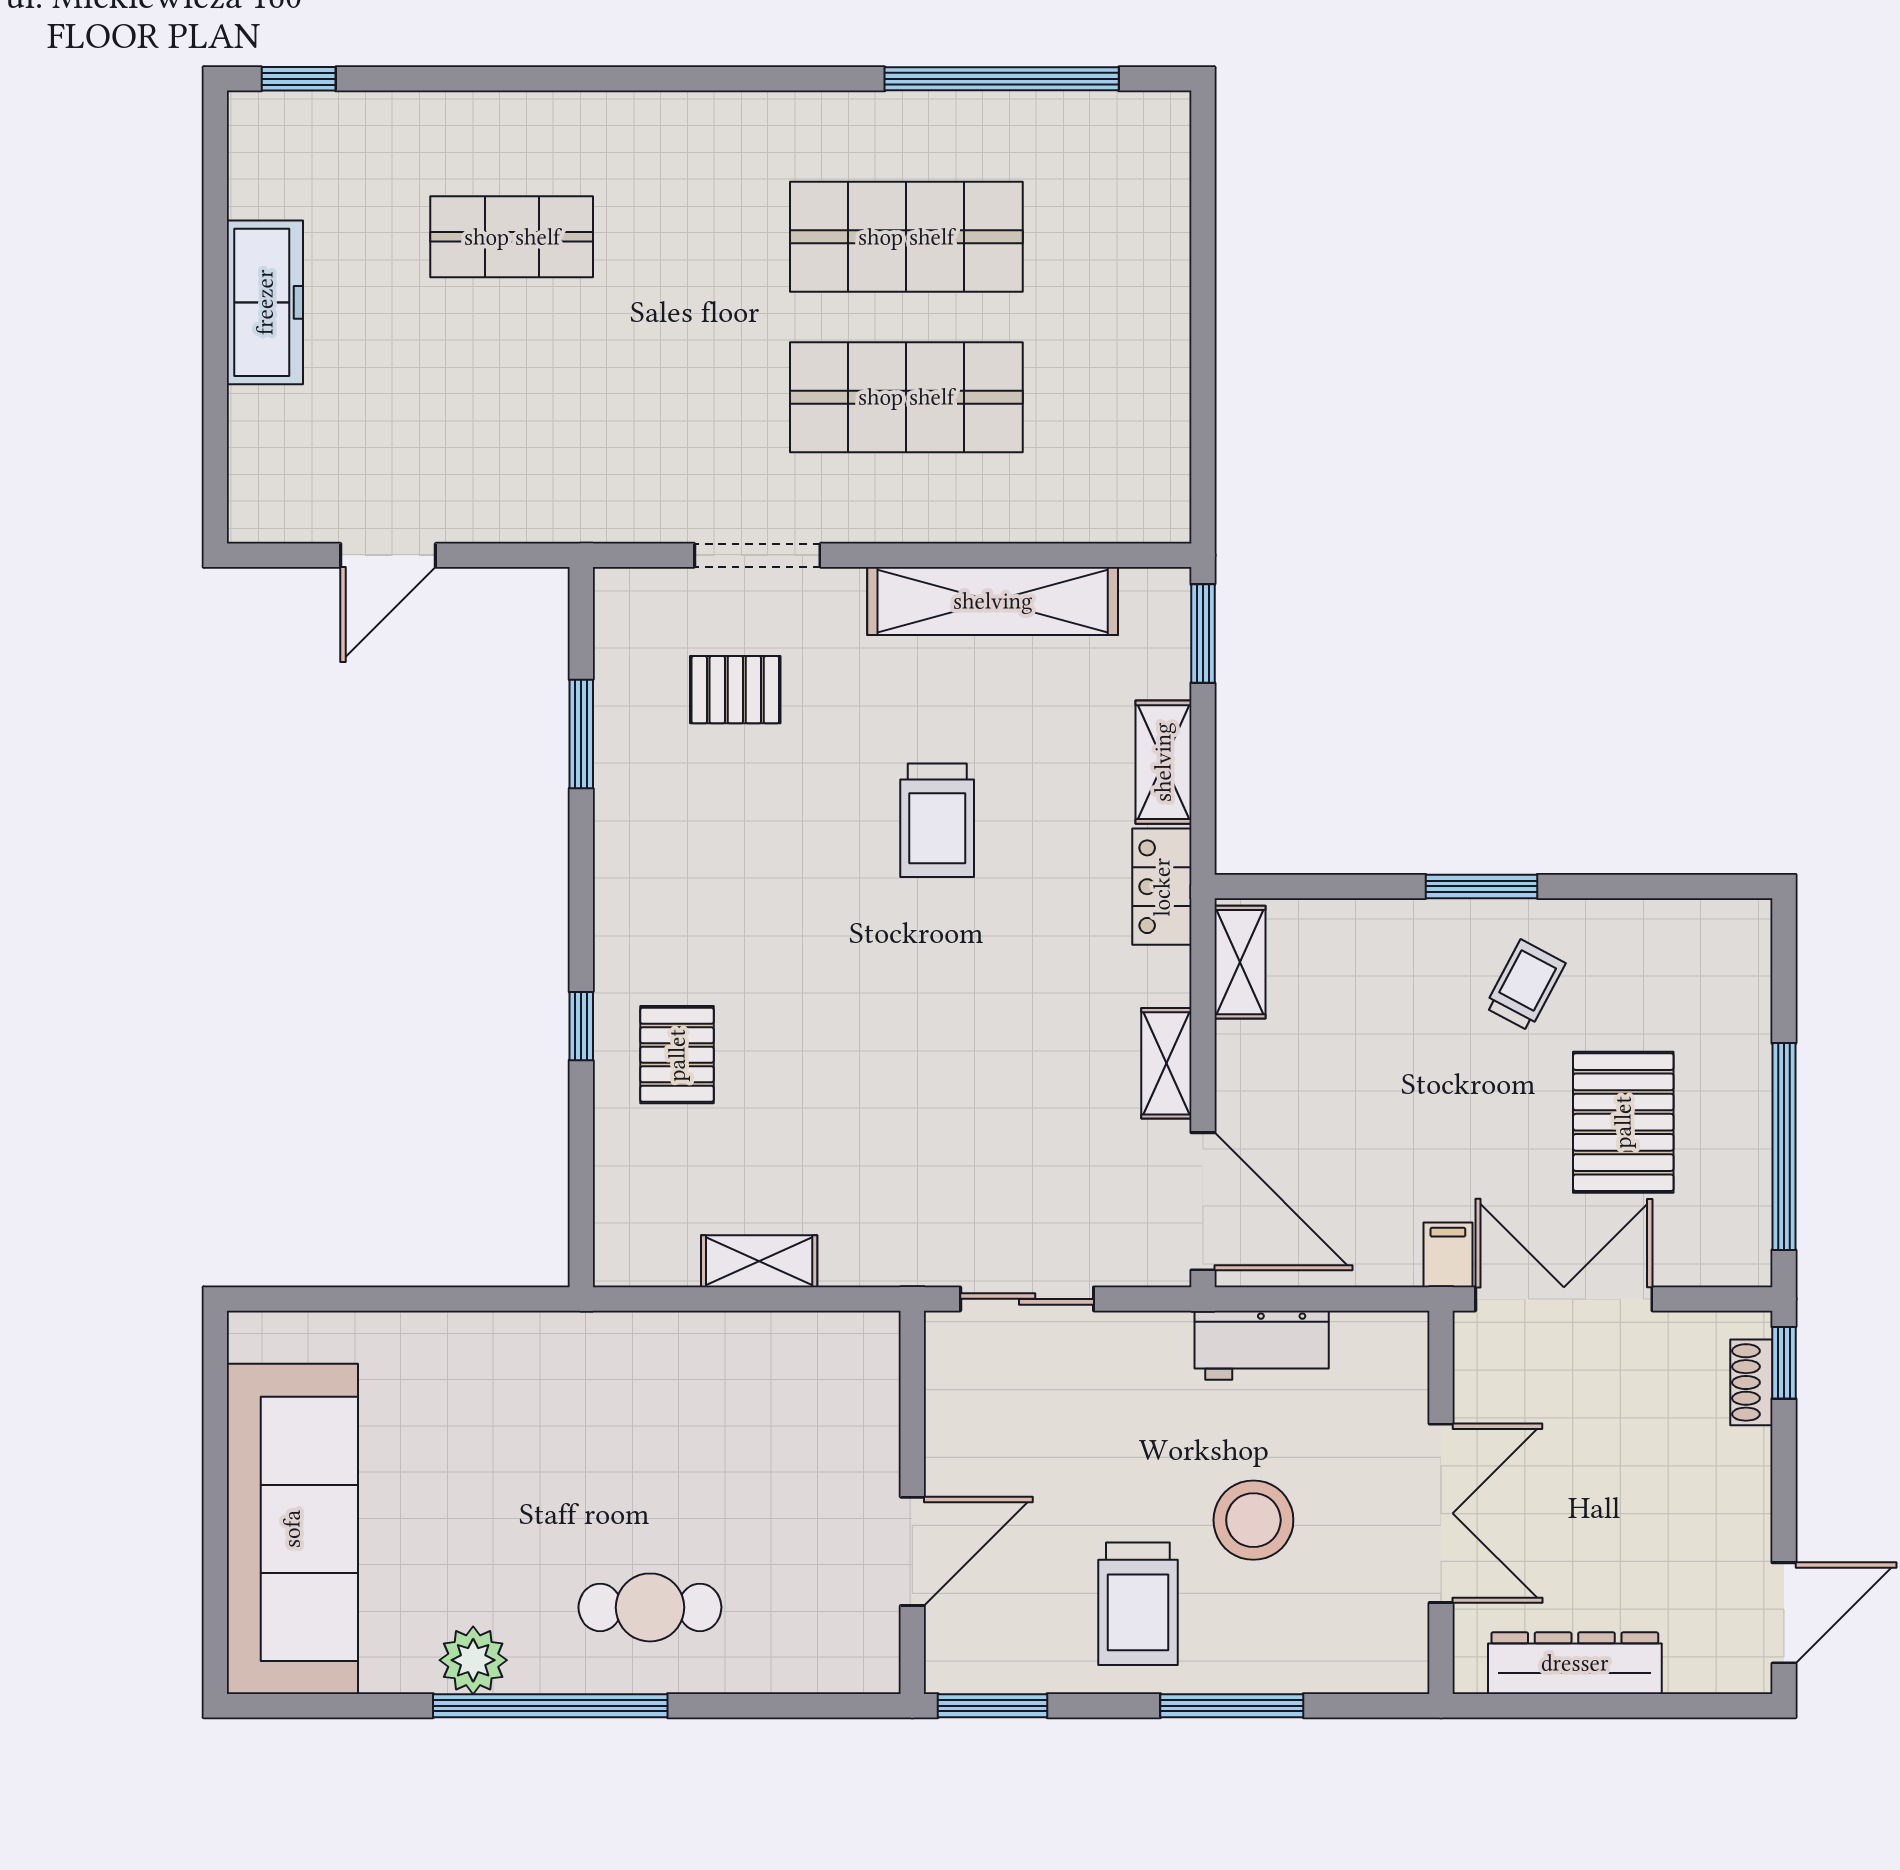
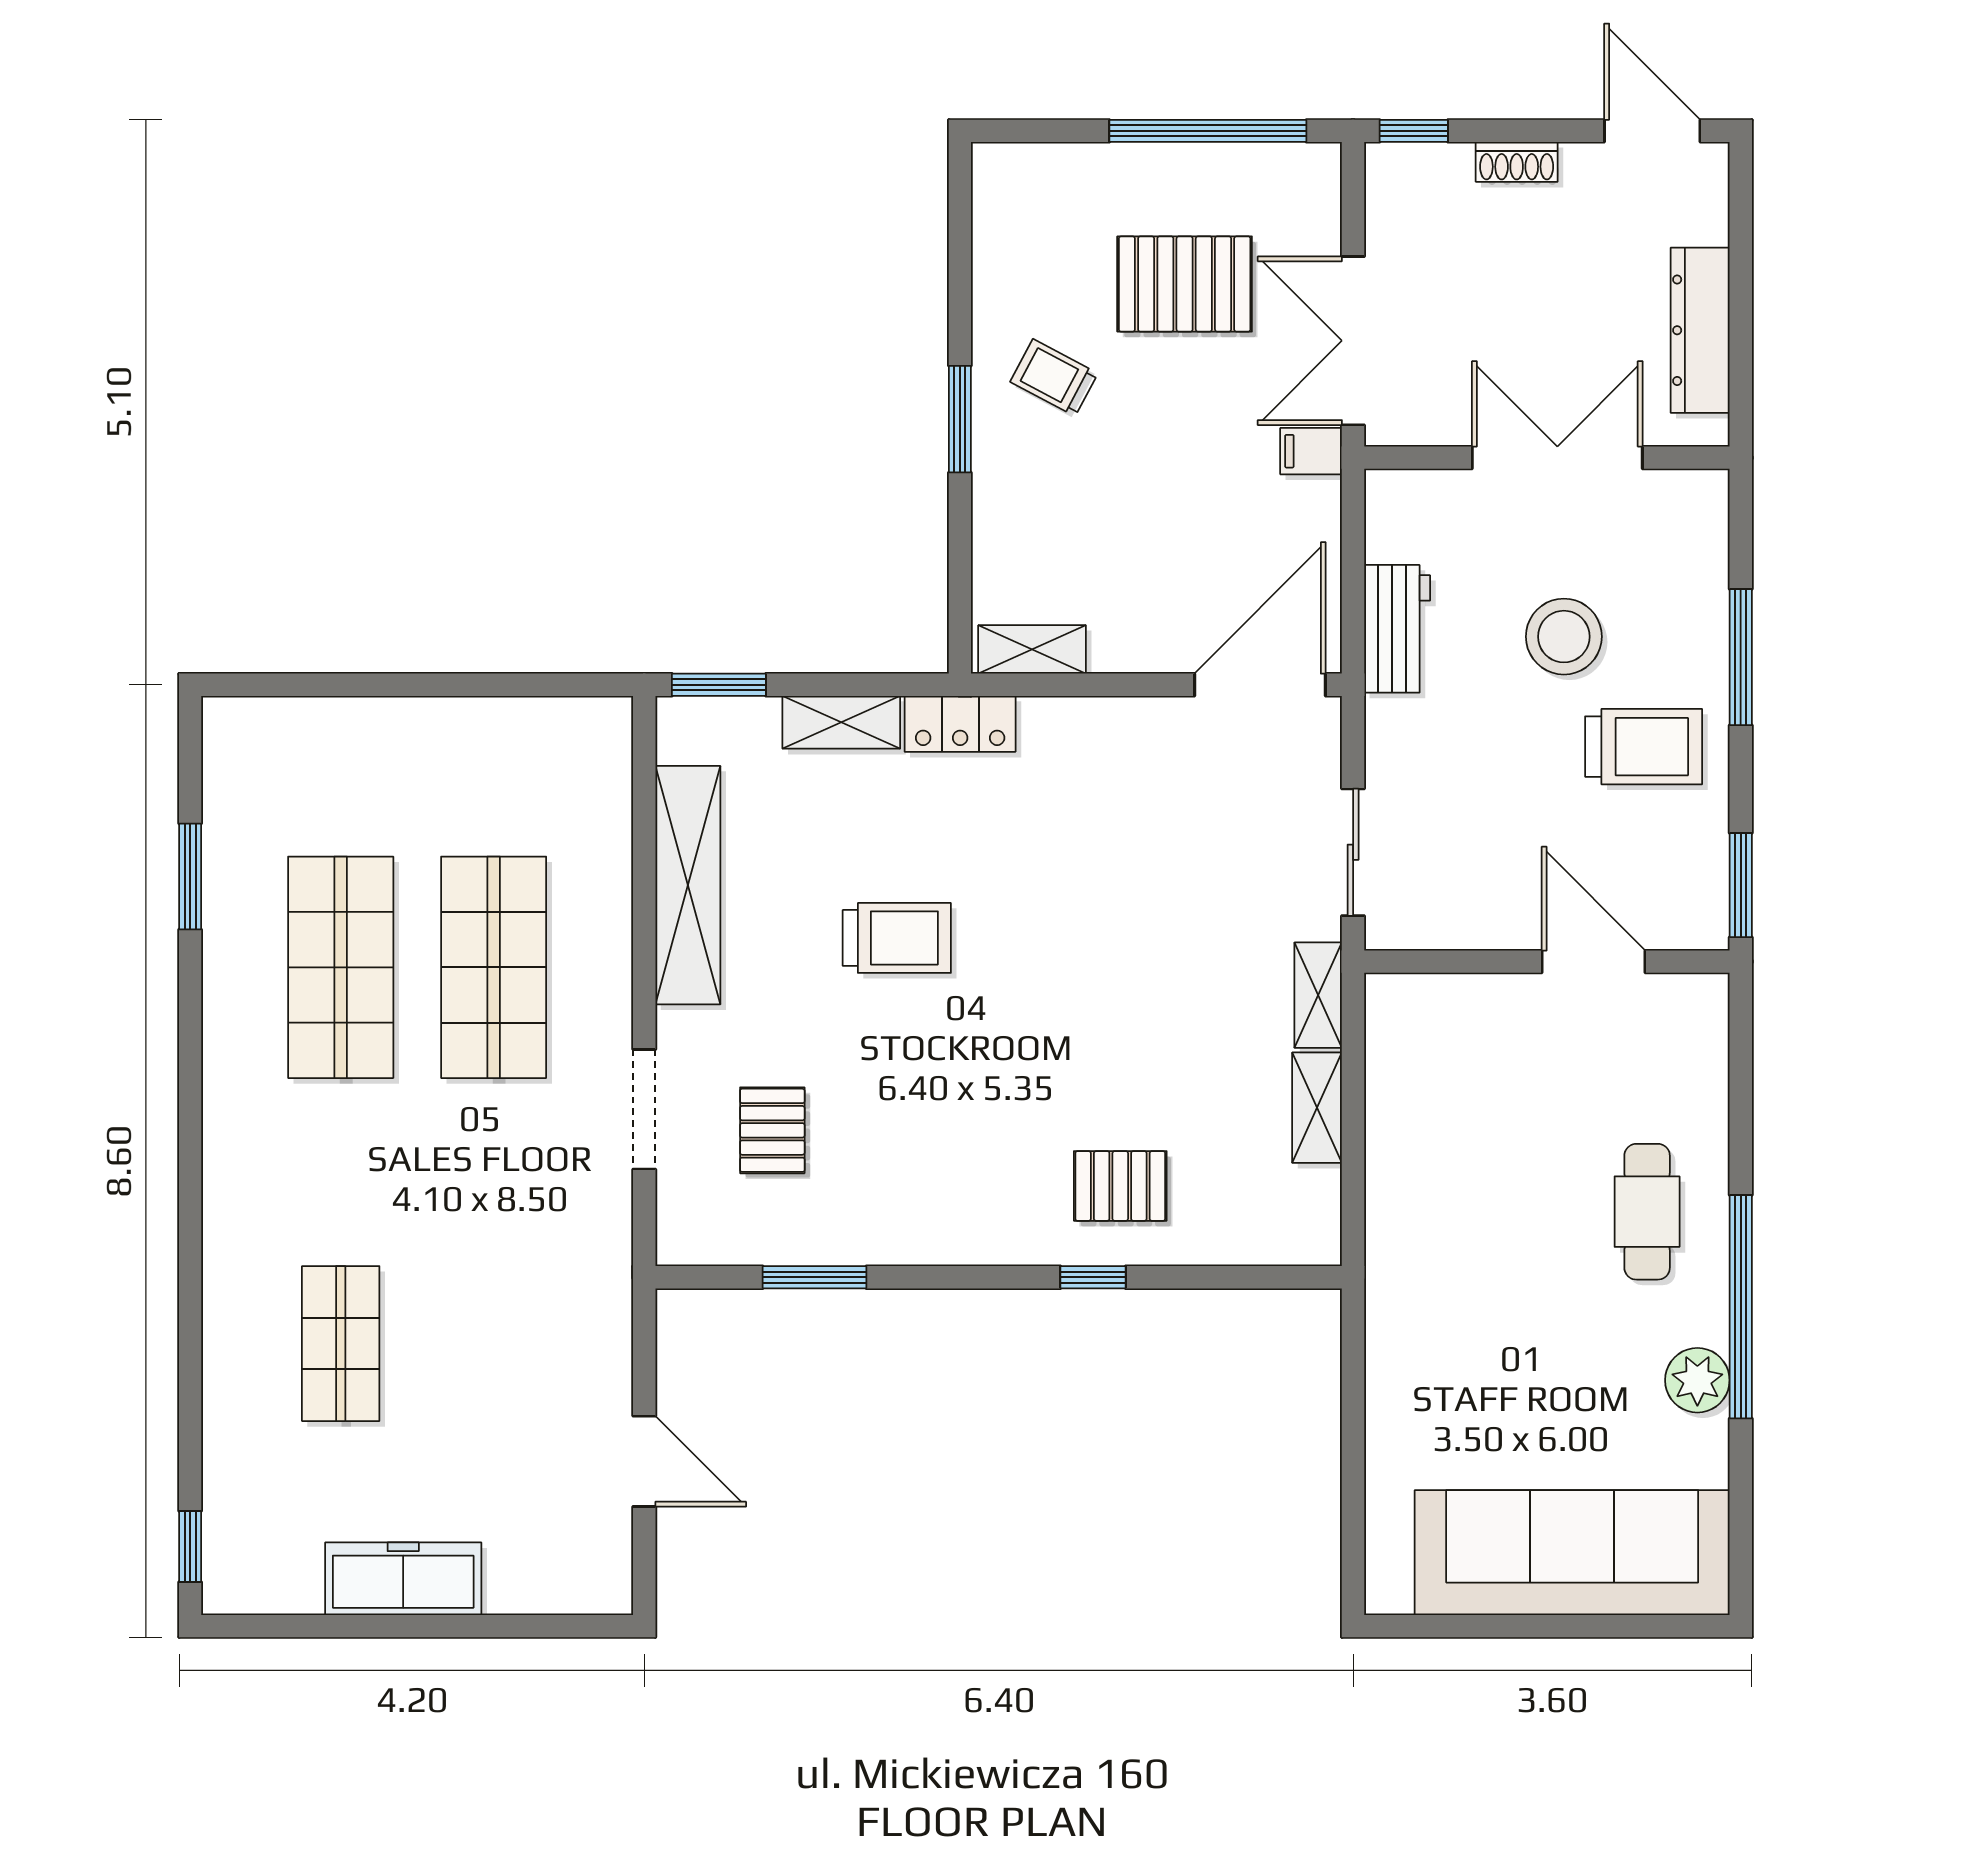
window: (1002, 79) -> (190, 877), width x0.47
shelving: (1166, 1063) -> (1318, 995), moved, turned 90
shoe rack: (1751, 1382) -> (1517, 162), moved

